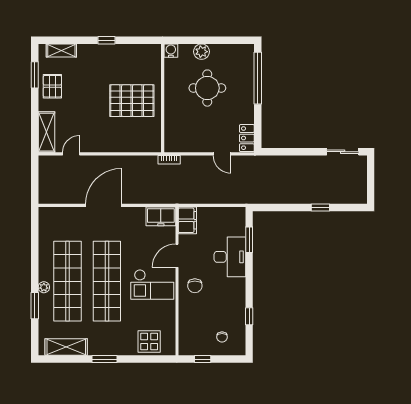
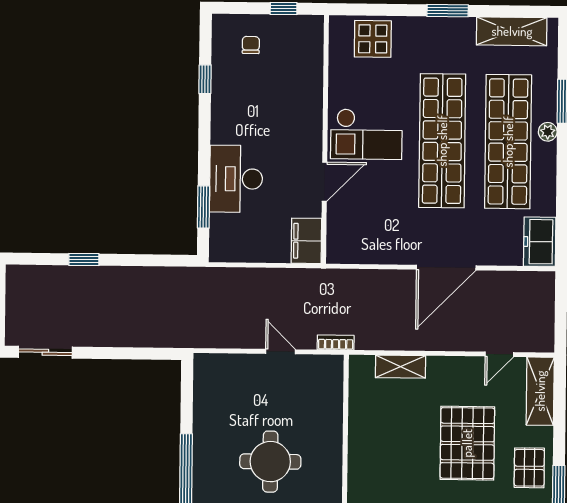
pallet: (132, 101) -> (467, 443), moved, turned 90
locker: (247, 138) -> (205, 377), removed
shelving: (130, 146) -> (401, 367), added
door: (222, 154) -> (281, 352), moved
freezer: (161, 216) -> (540, 242), moved, turned -90
checkout: (152, 285) -> (366, 134), turned 180
chair: (195, 286) -> (295, 131), removed

